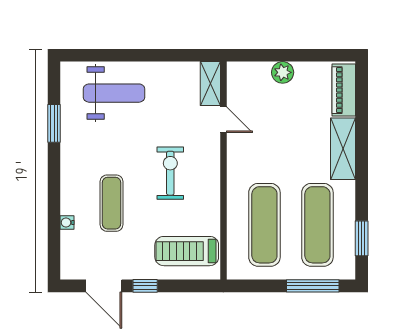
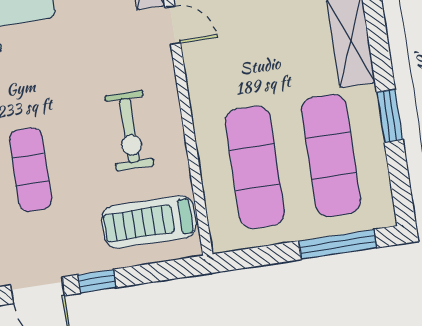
exercise bike: (170, 173) -> (130, 131), moved, turned 180
window: (362, 238) -> (390, 116), moved

